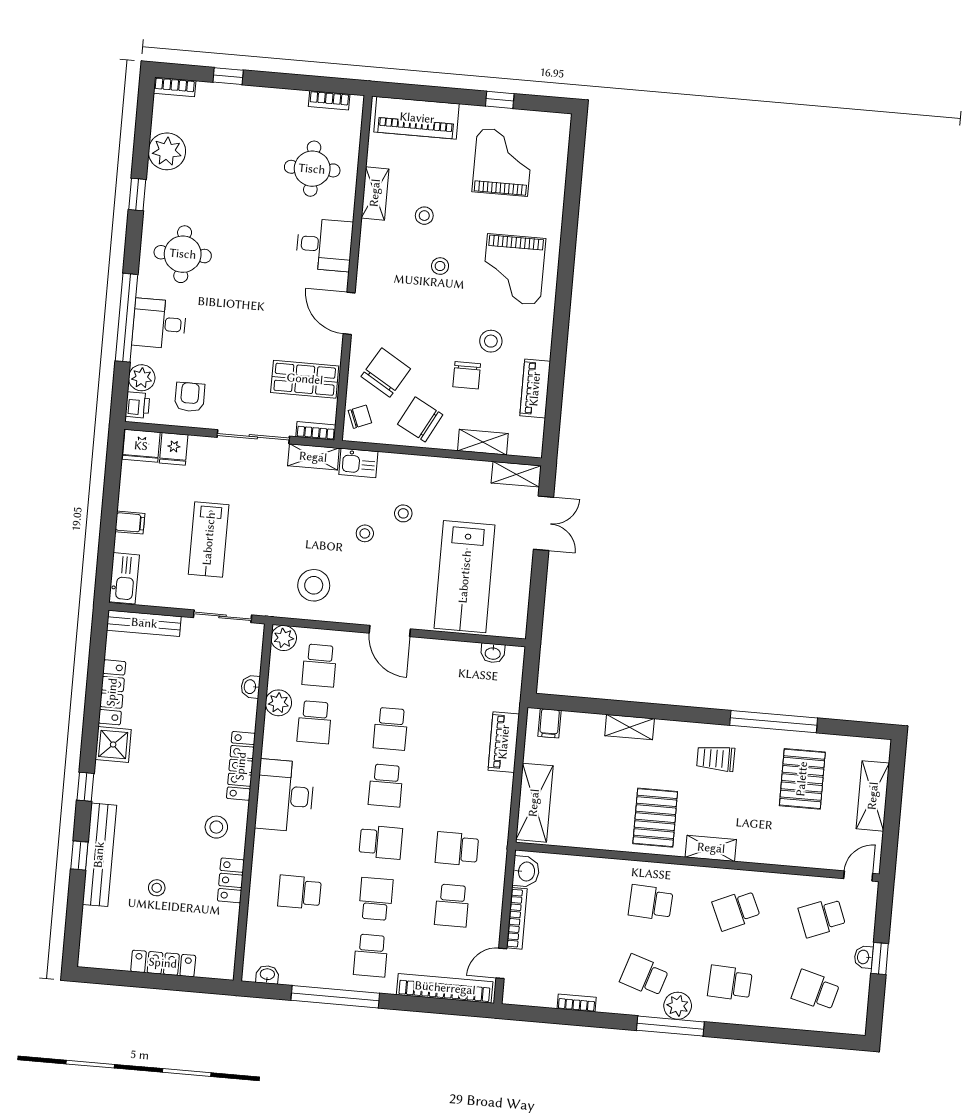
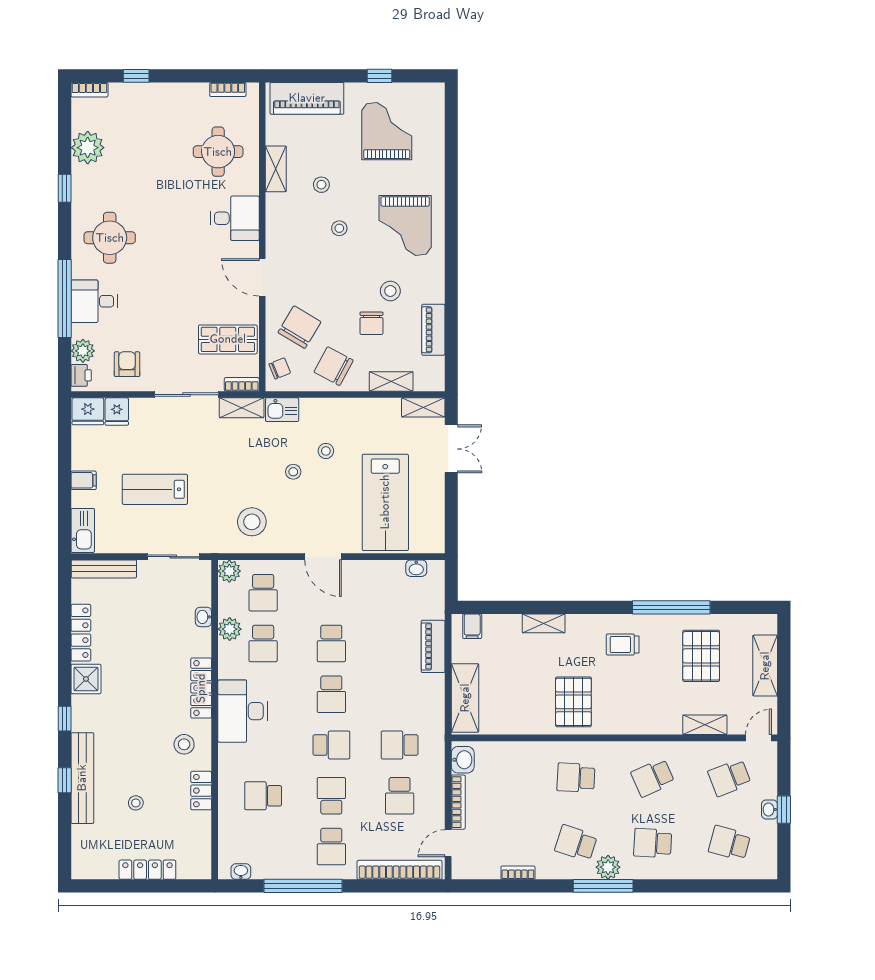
lab bench: (209, 539) -> (155, 489), turned 90
shelving: (711, 848) -> (705, 725), moved

